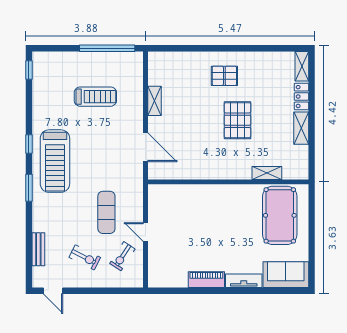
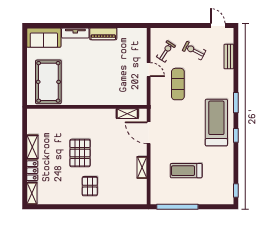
pallet: (224, 76) -> (90, 186), turned 90
shelving: (267, 173) -> (127, 114), moved

